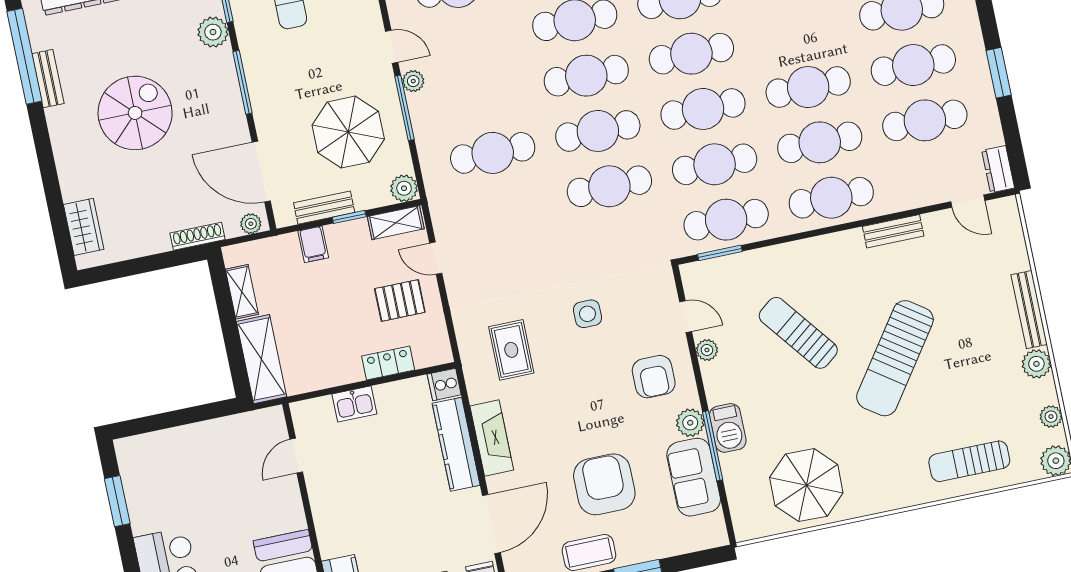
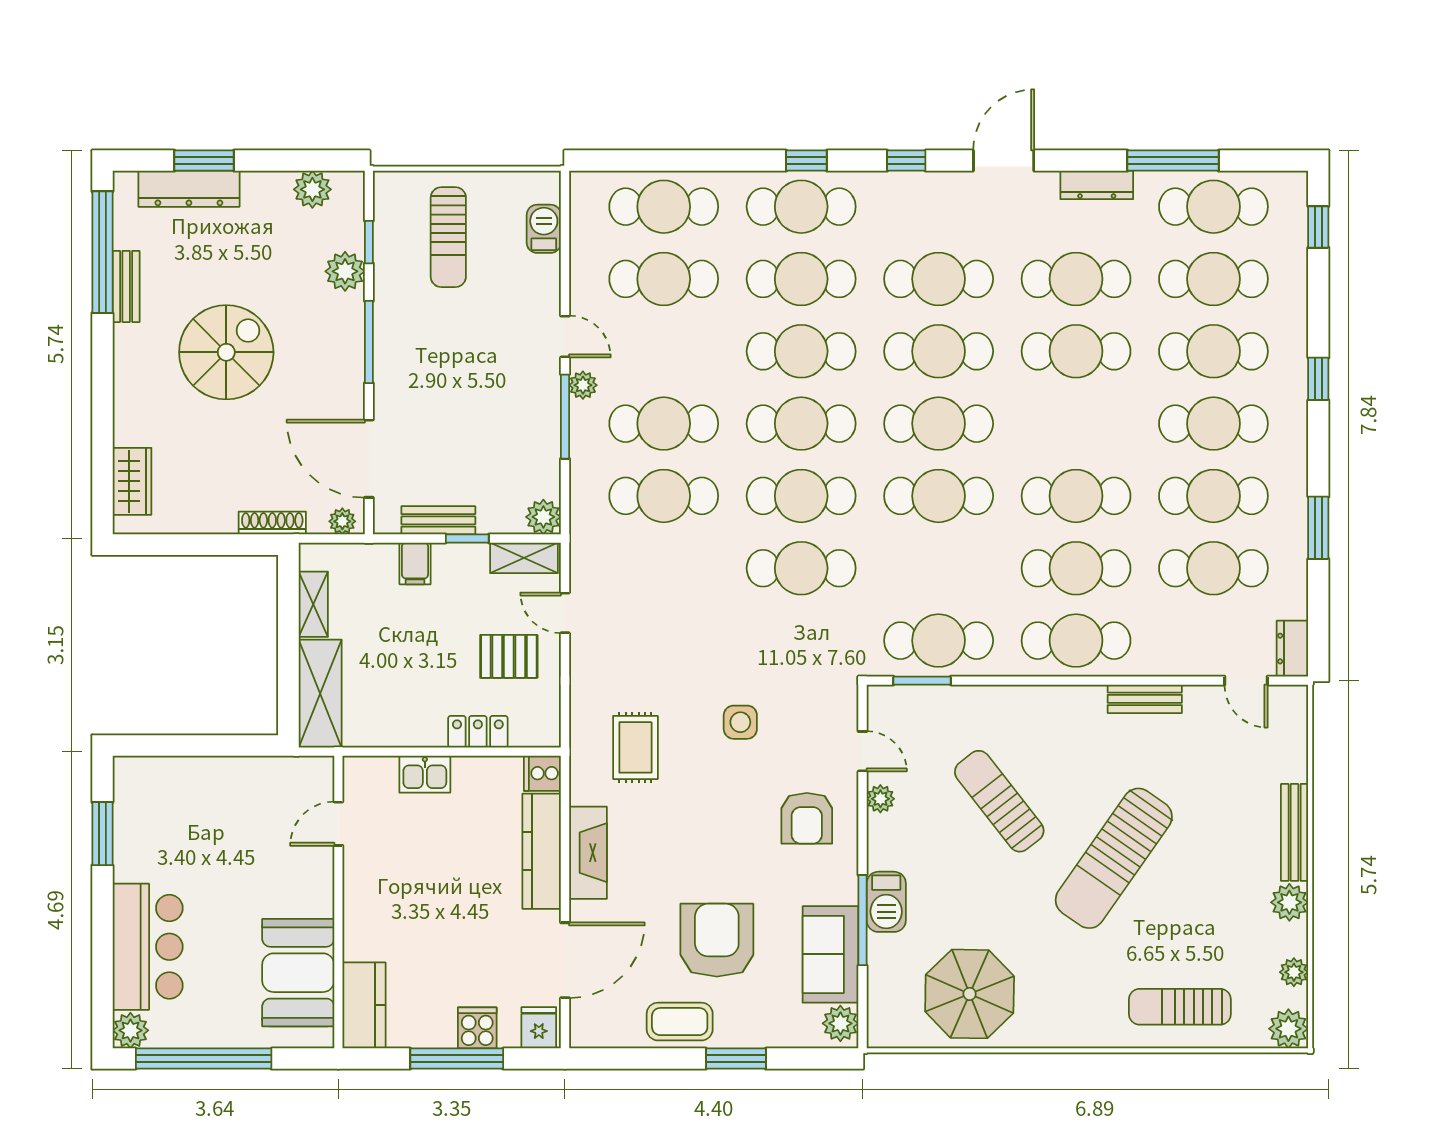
parasol: (348, 132) -> (488, 432), removed
cafe table: (715, 164) -> (664, 424), moved
plant: (690, 423) -> (840, 1023), moved

